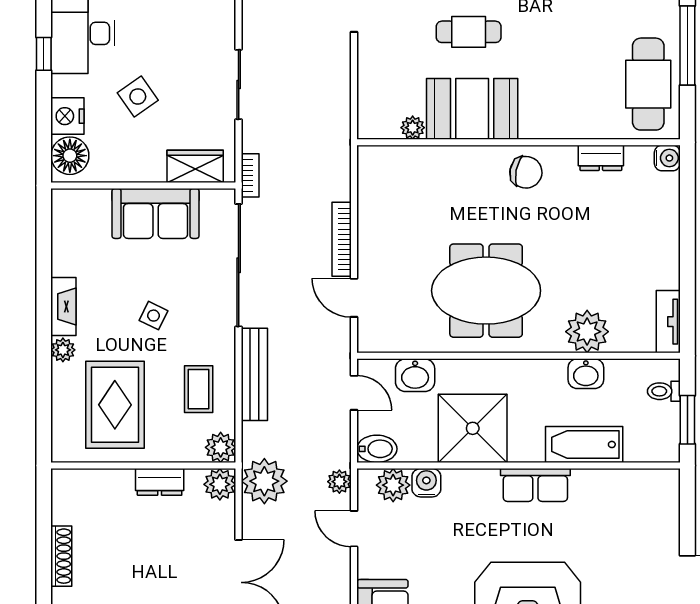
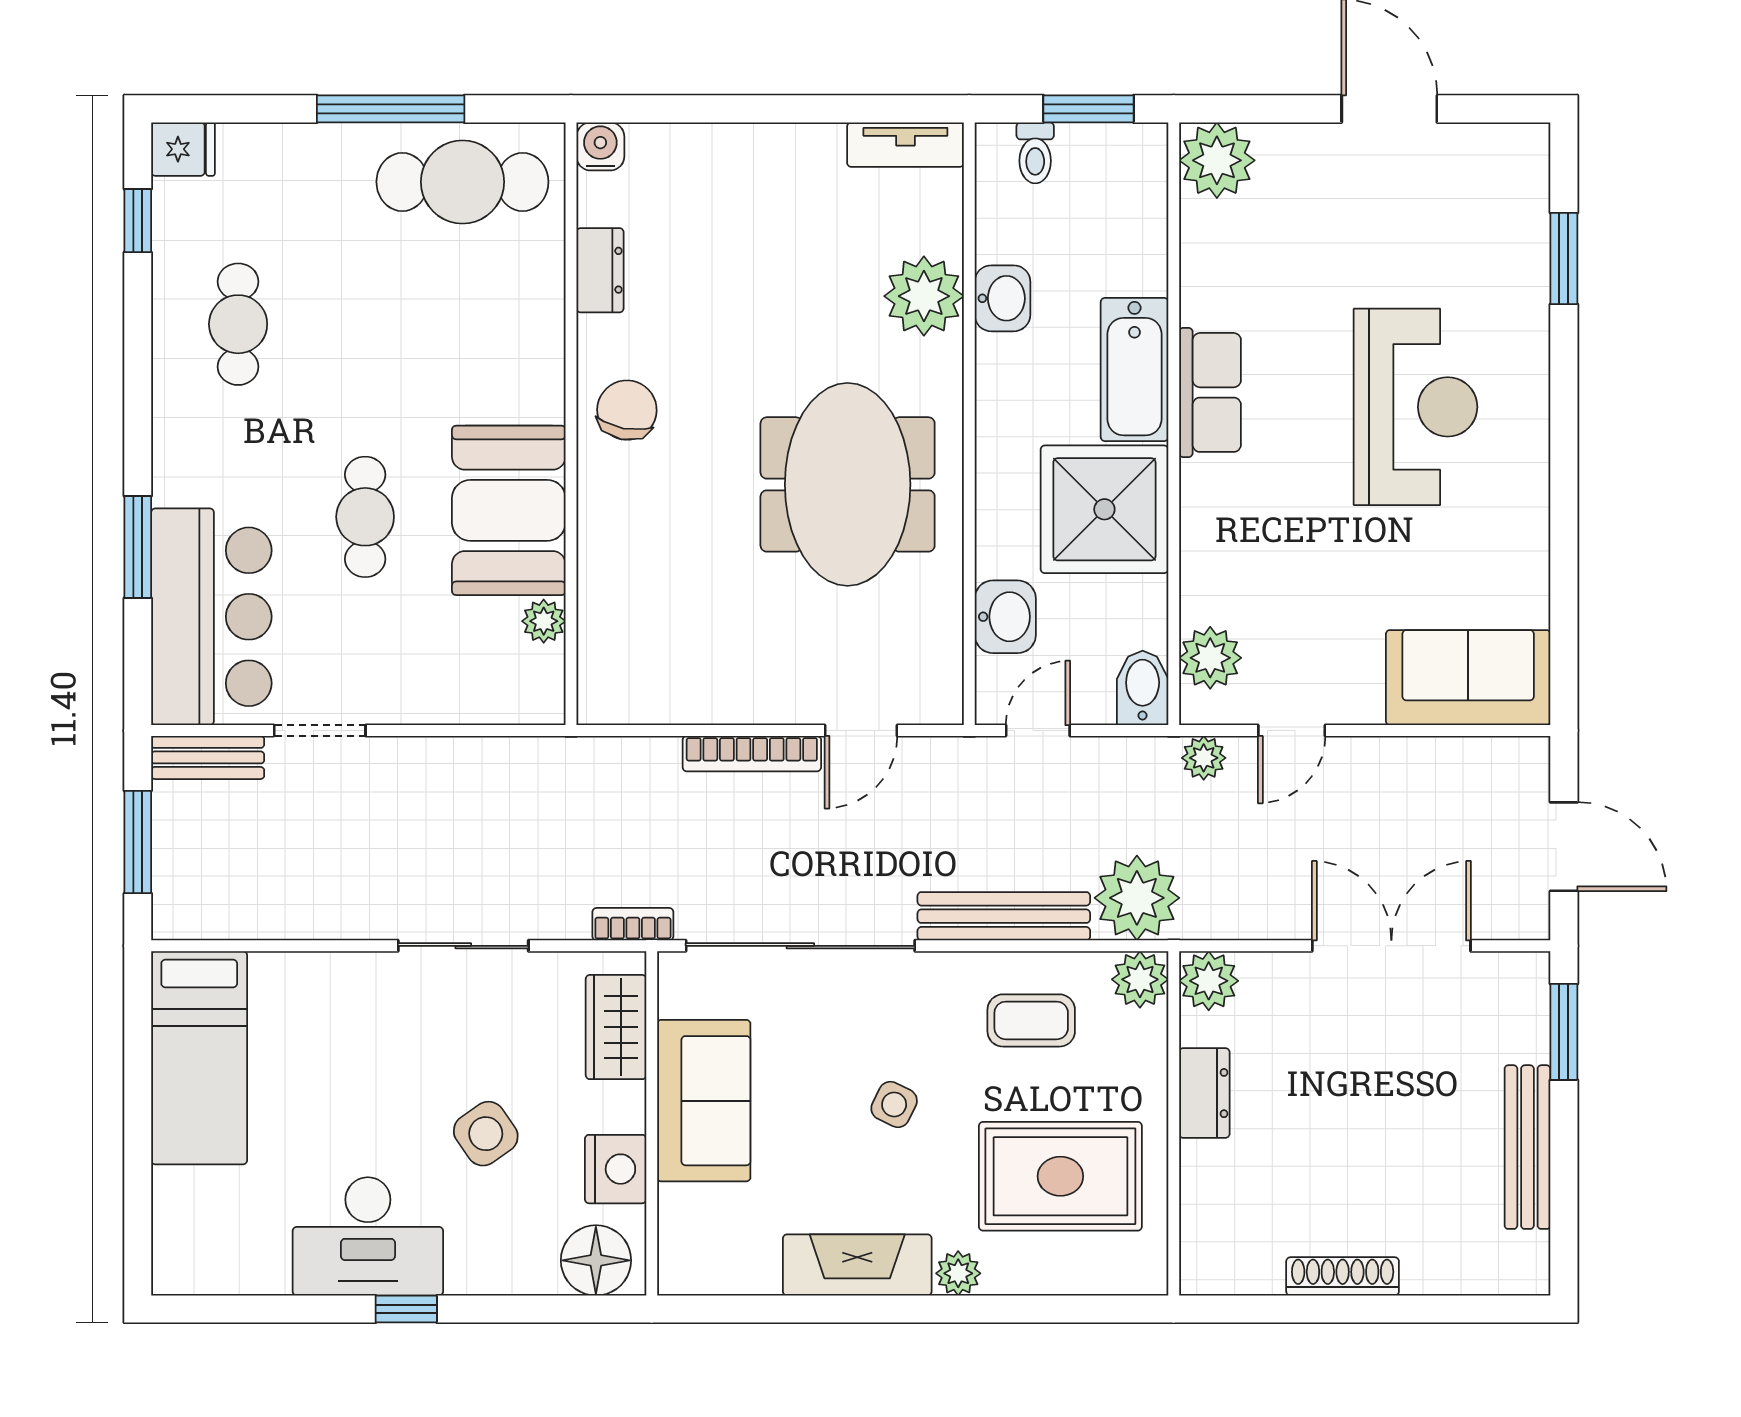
nightstand: (67, 116) -> (616, 1169), moved, turned -90
fireplace: (63, 307) -> (857, 1265), width x1.37, depth x1.32
bathtub: (584, 444) -> (1134, 369), moved
plant: (264, 481) -> (1137, 898), moved
water cooler: (426, 483) -> (1206, 596), removed
plant: (660, 489) -> (1217, 160), added

